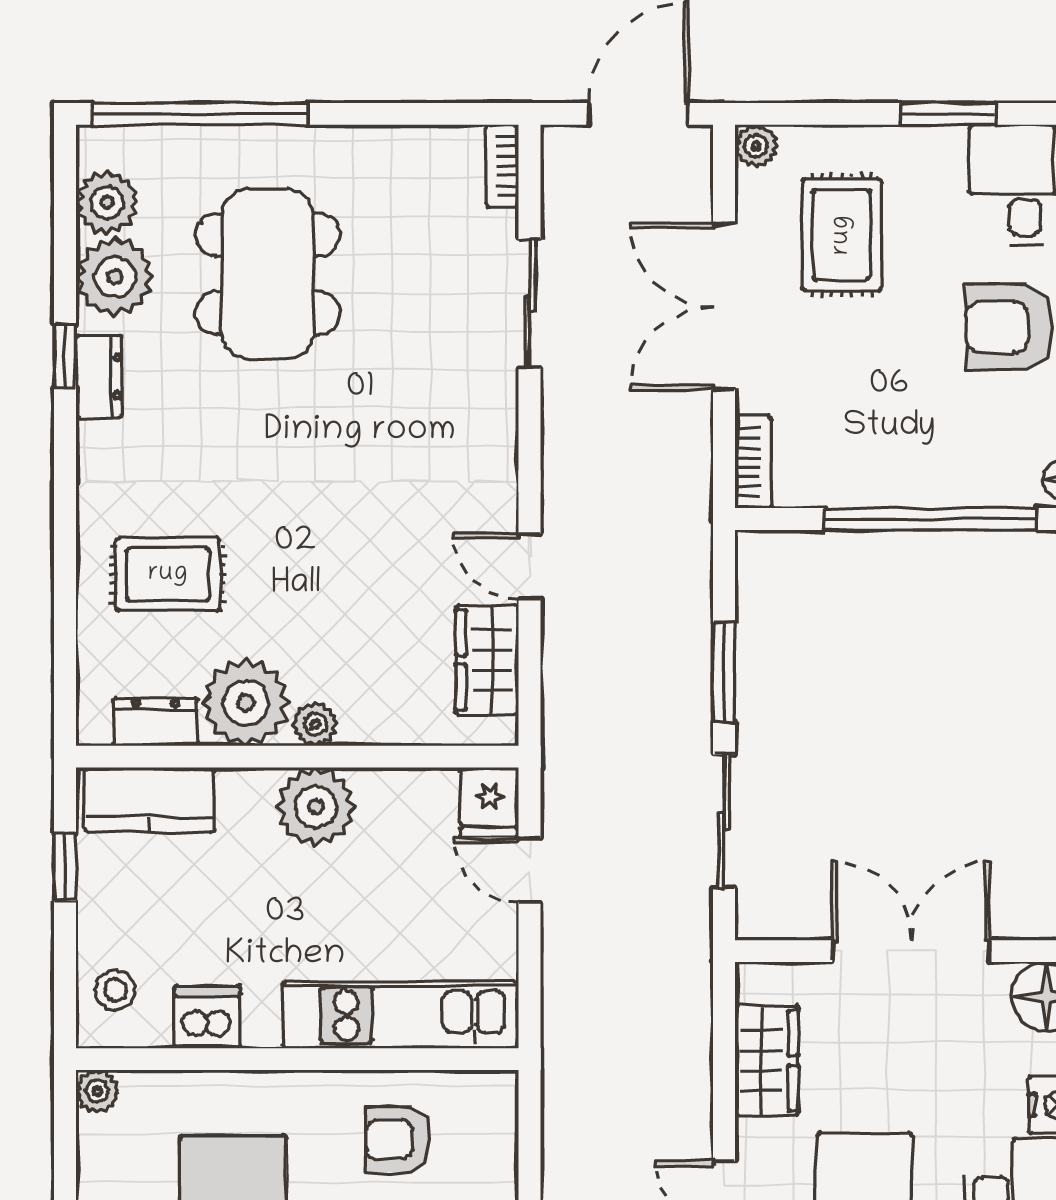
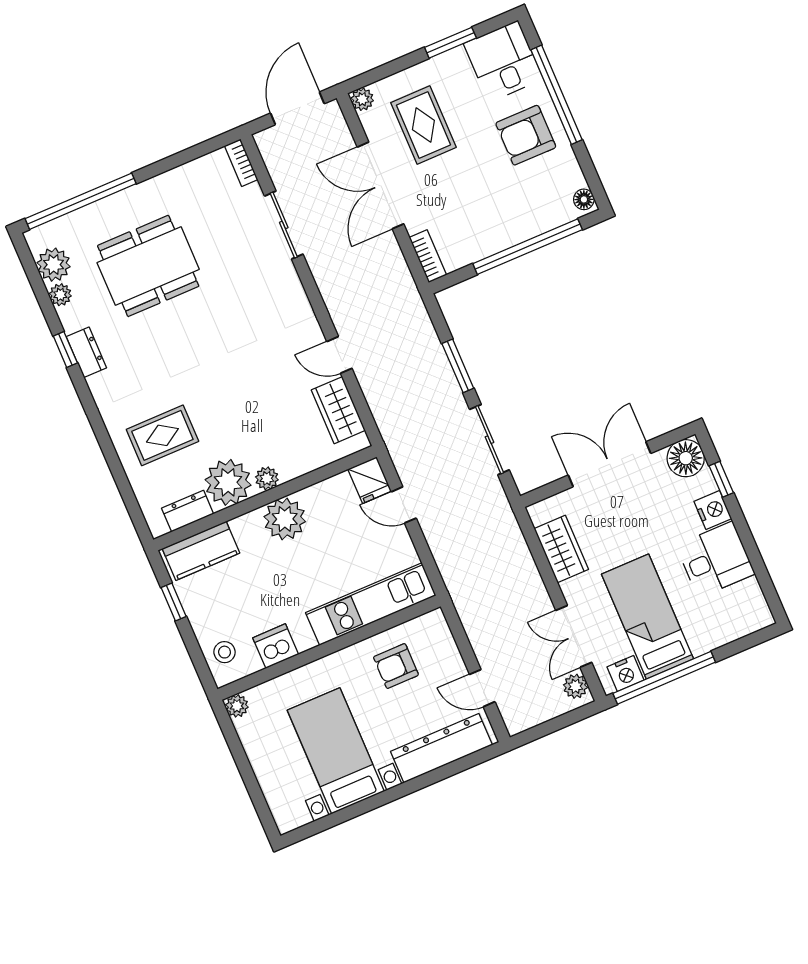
dining table: (268, 274) -> (148, 266), turned 90
plant: (115, 277) -> (60, 295), width x0.53, depth x0.53

